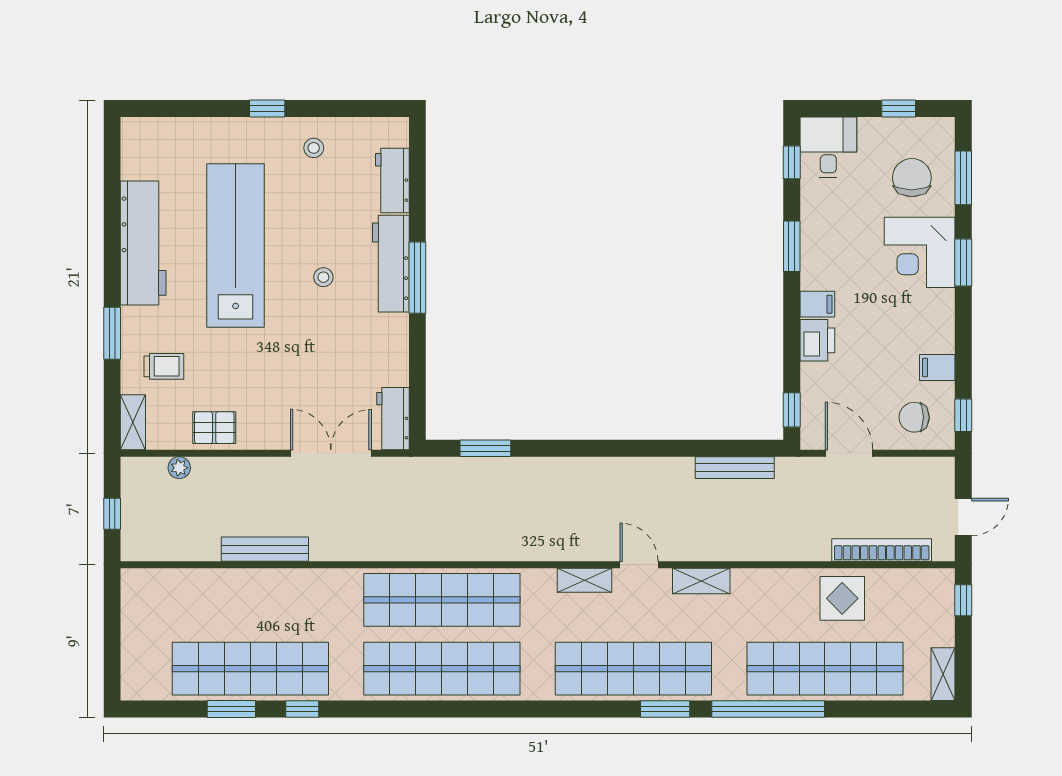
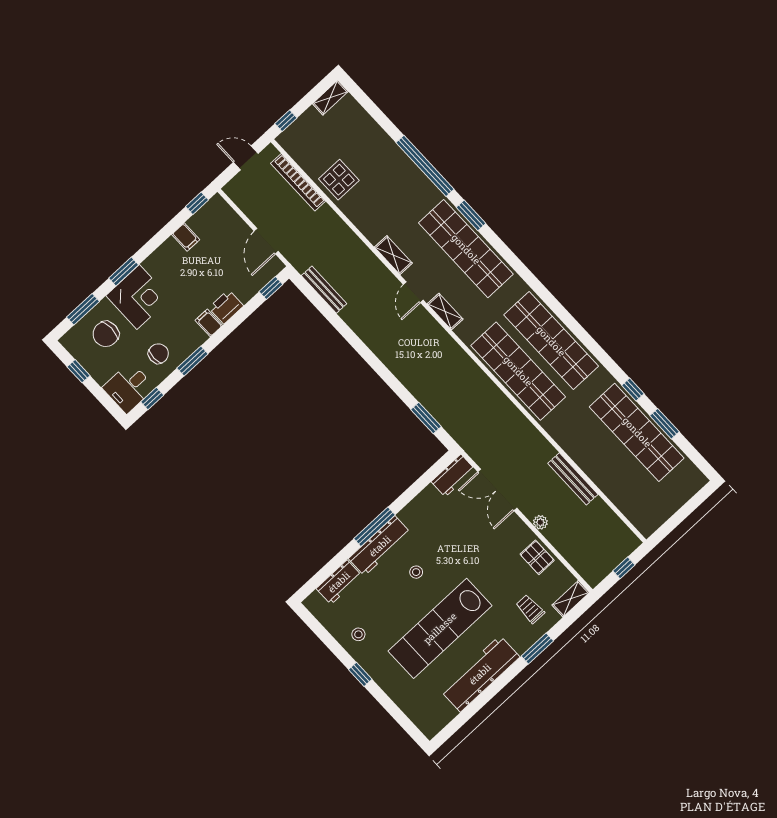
chair: (914, 417) -> (158, 354), moved, turned -90
plant: (179, 468) -> (540, 522), moved
shop shelf: (825, 669) -> (380, 157), removed

